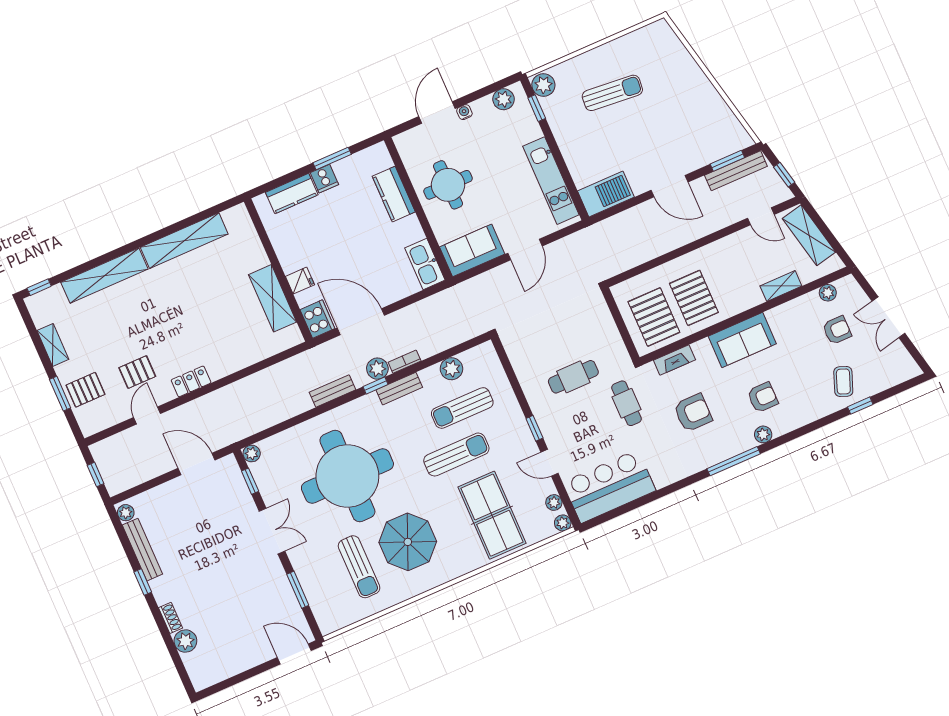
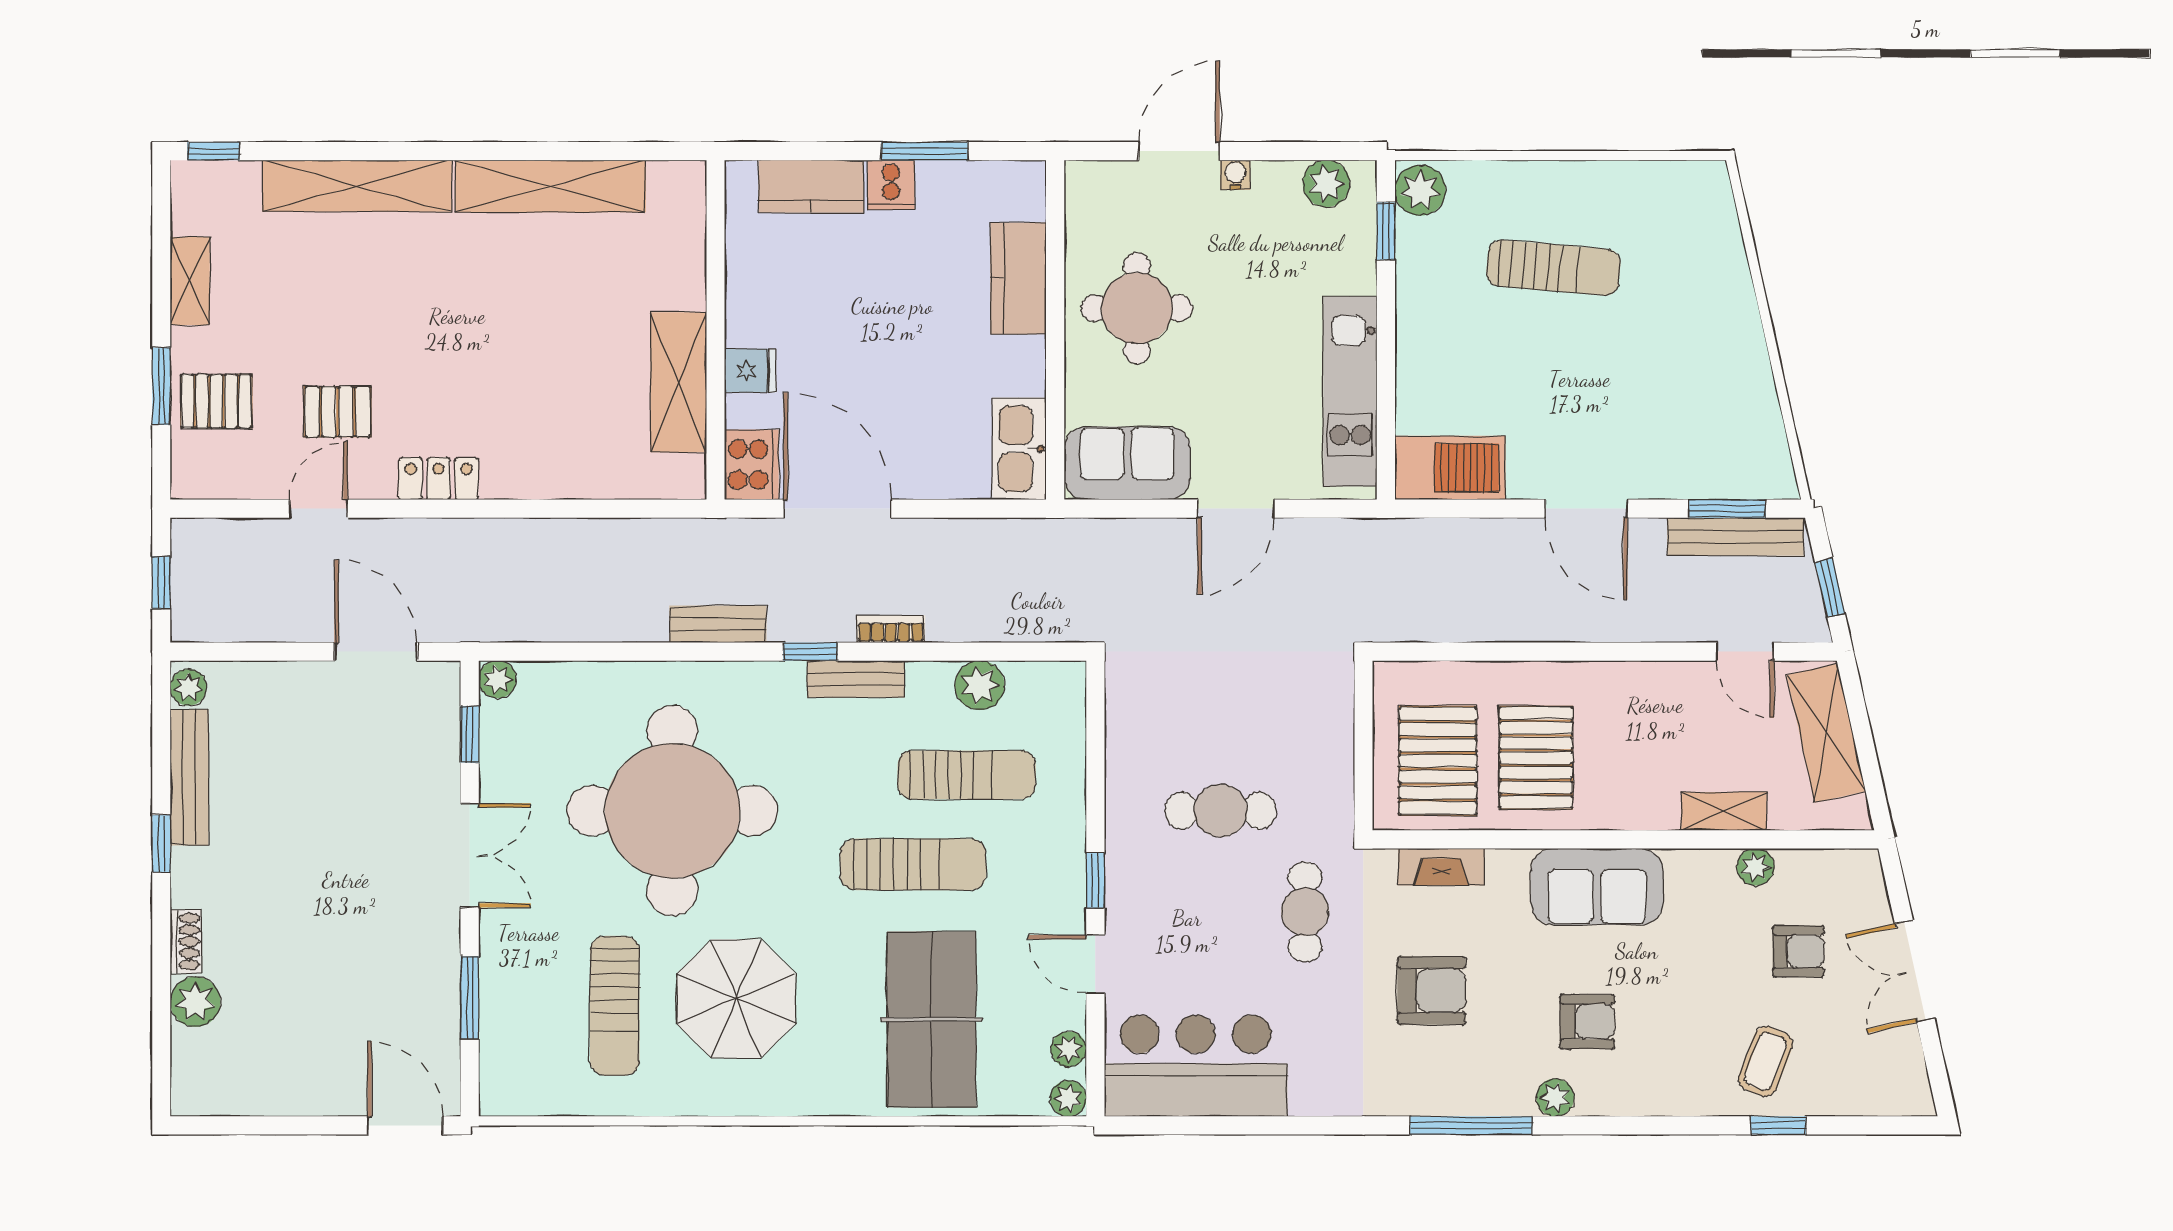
plant: (828, 293) -> (1756, 867), moved
plant: (377, 369) -> (829, 619), removed
sun lounger: (462, 408) -> (967, 775), turned 180

